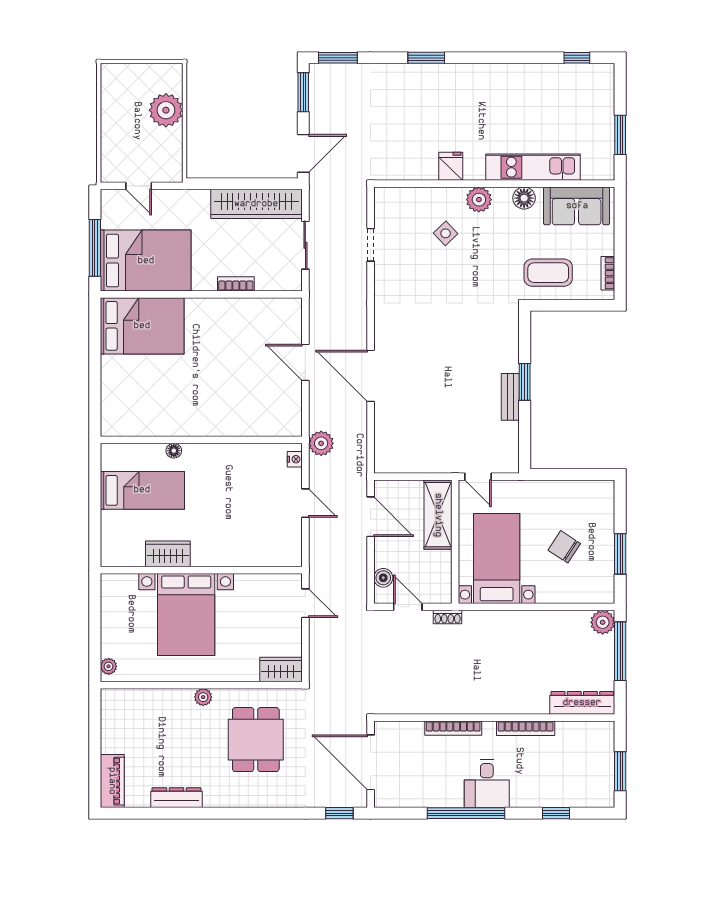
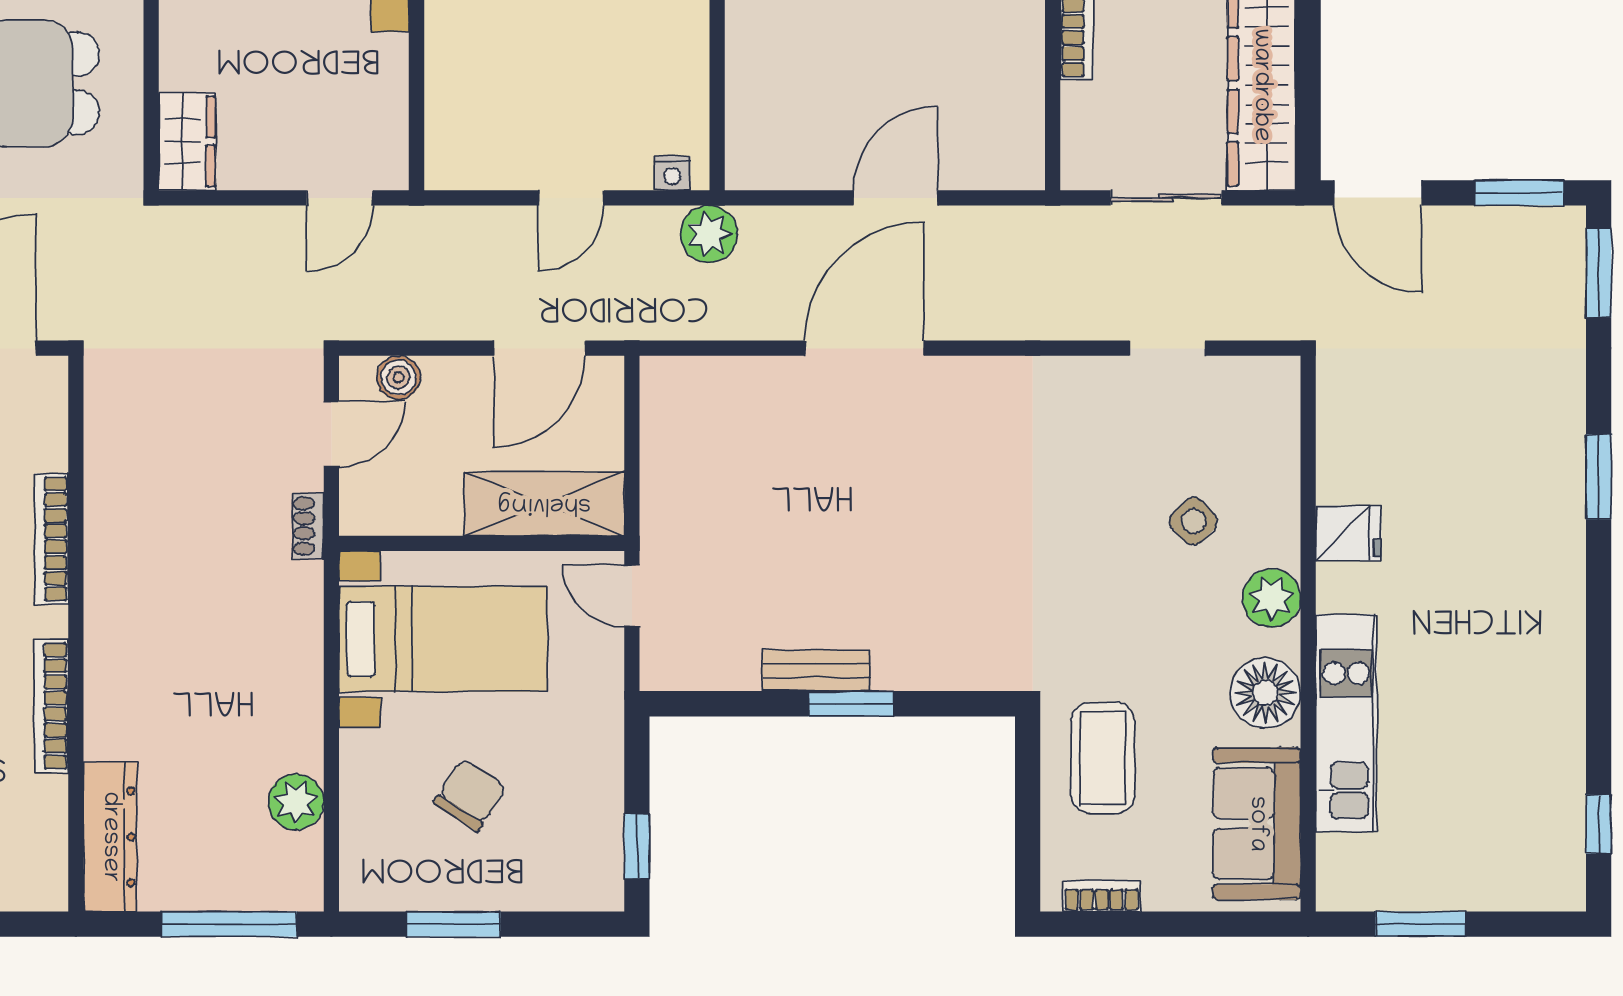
floor lamp: (524, 198) -> (1265, 693), width x1.38, depth x1.38
window: (586, 475) -> (637, 846), added
door: (478, 477) -> (632, 596), hinge flipped
plant: (603, 622) -> (296, 802), moved

